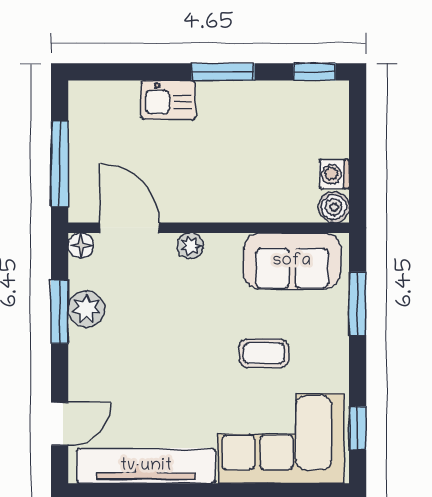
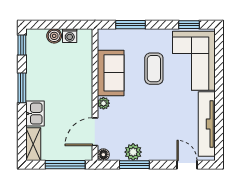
shelving: (103, 96) -> (33, 144), added
boiler: (334, 207) -> (54, 36), moved
sofa: (292, 261) -> (111, 73), moved
coffee table: (264, 353) -> (154, 69), width x1.36, depth x1.30

